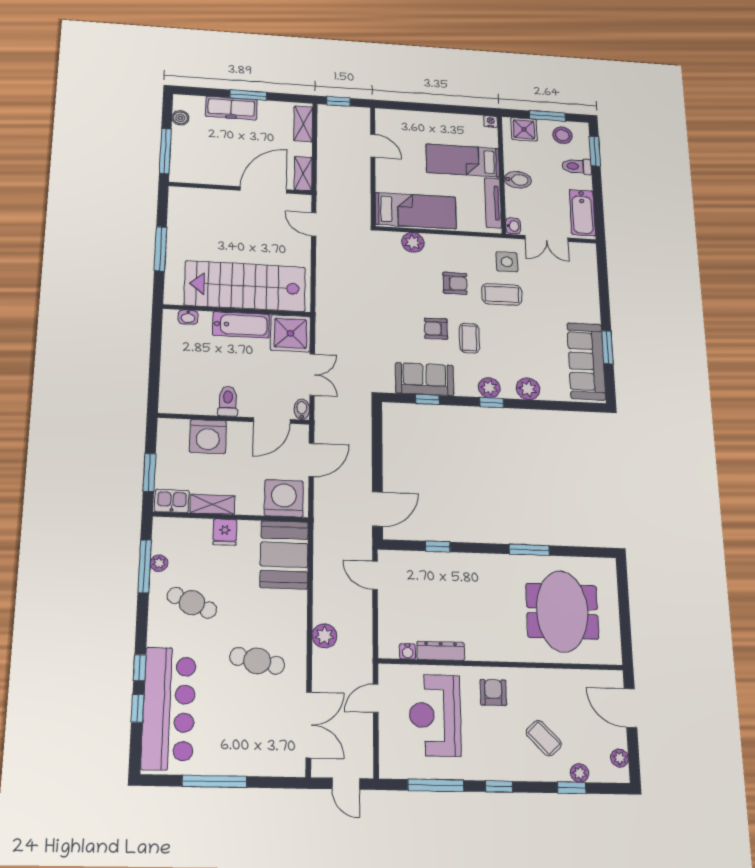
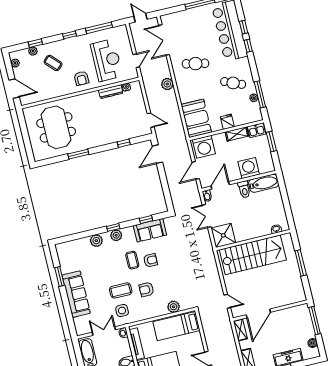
bathtub: (241, 325) -> (264, 183), moved, turned 180
sofa: (586, 361) -> (76, 294), moved

